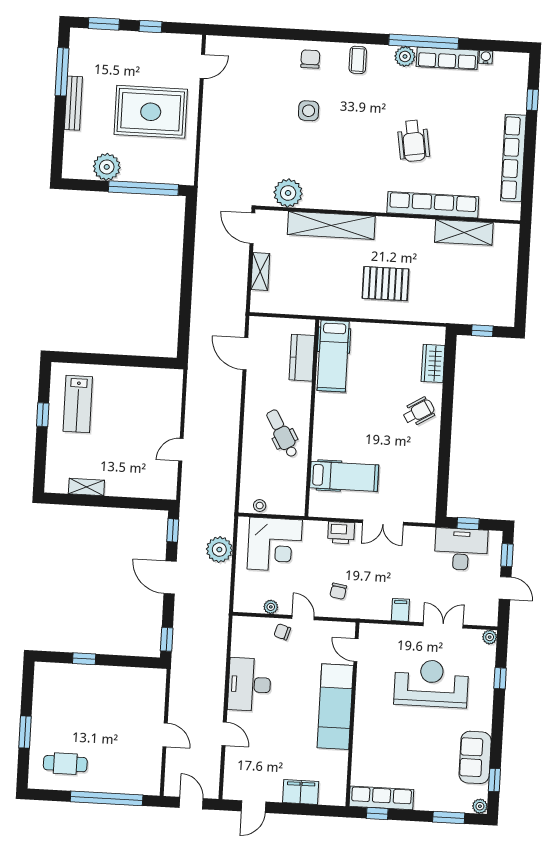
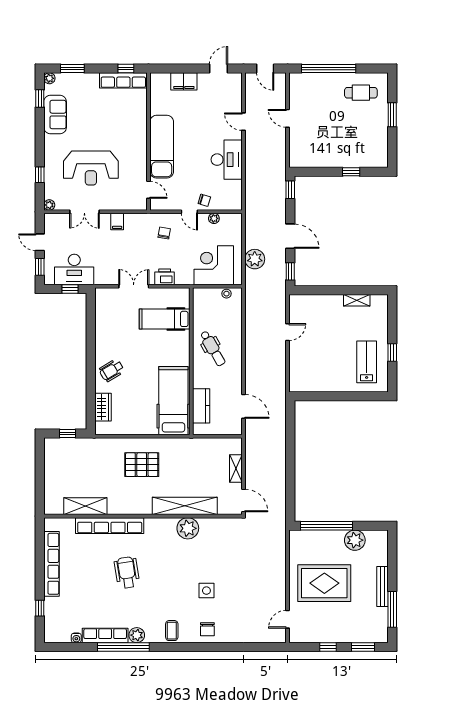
plant: (288, 193) -> (188, 528), moved
hospital bed: (333, 356) -> (173, 401), width x1.37, depth x1.29

